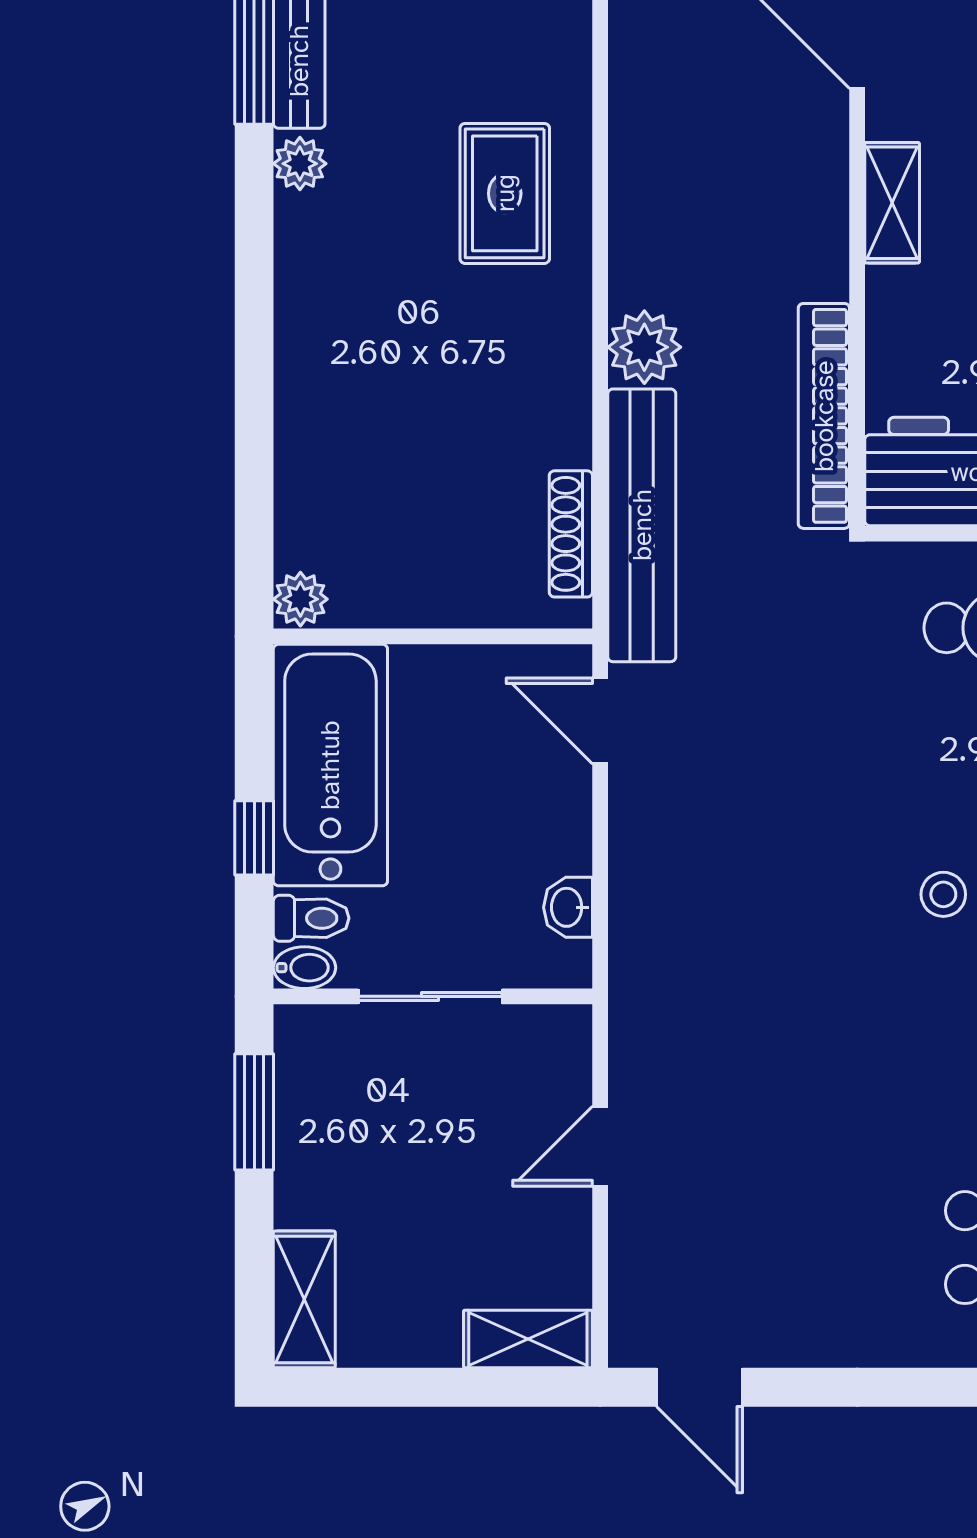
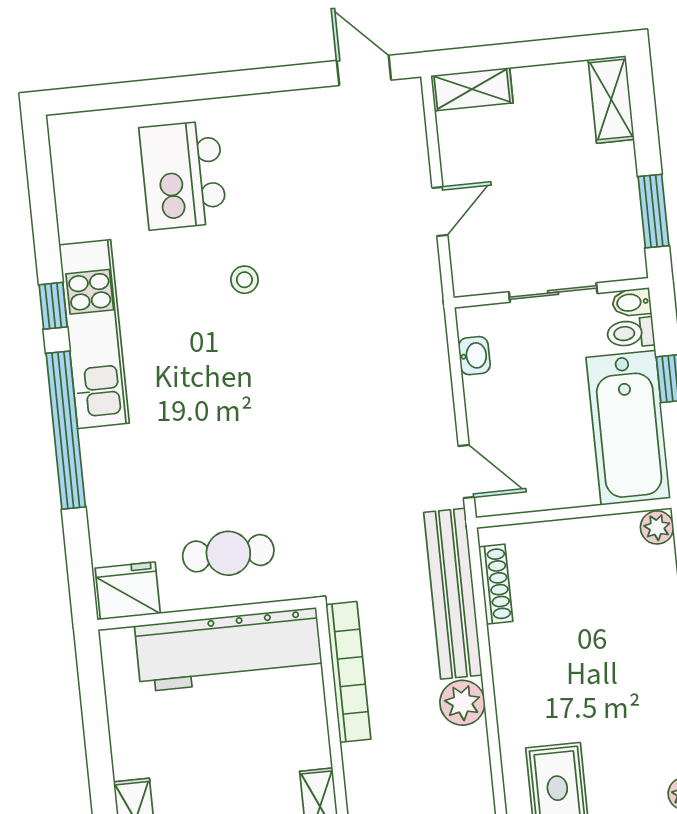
stool: (943, 894) -> (244, 280), moved

